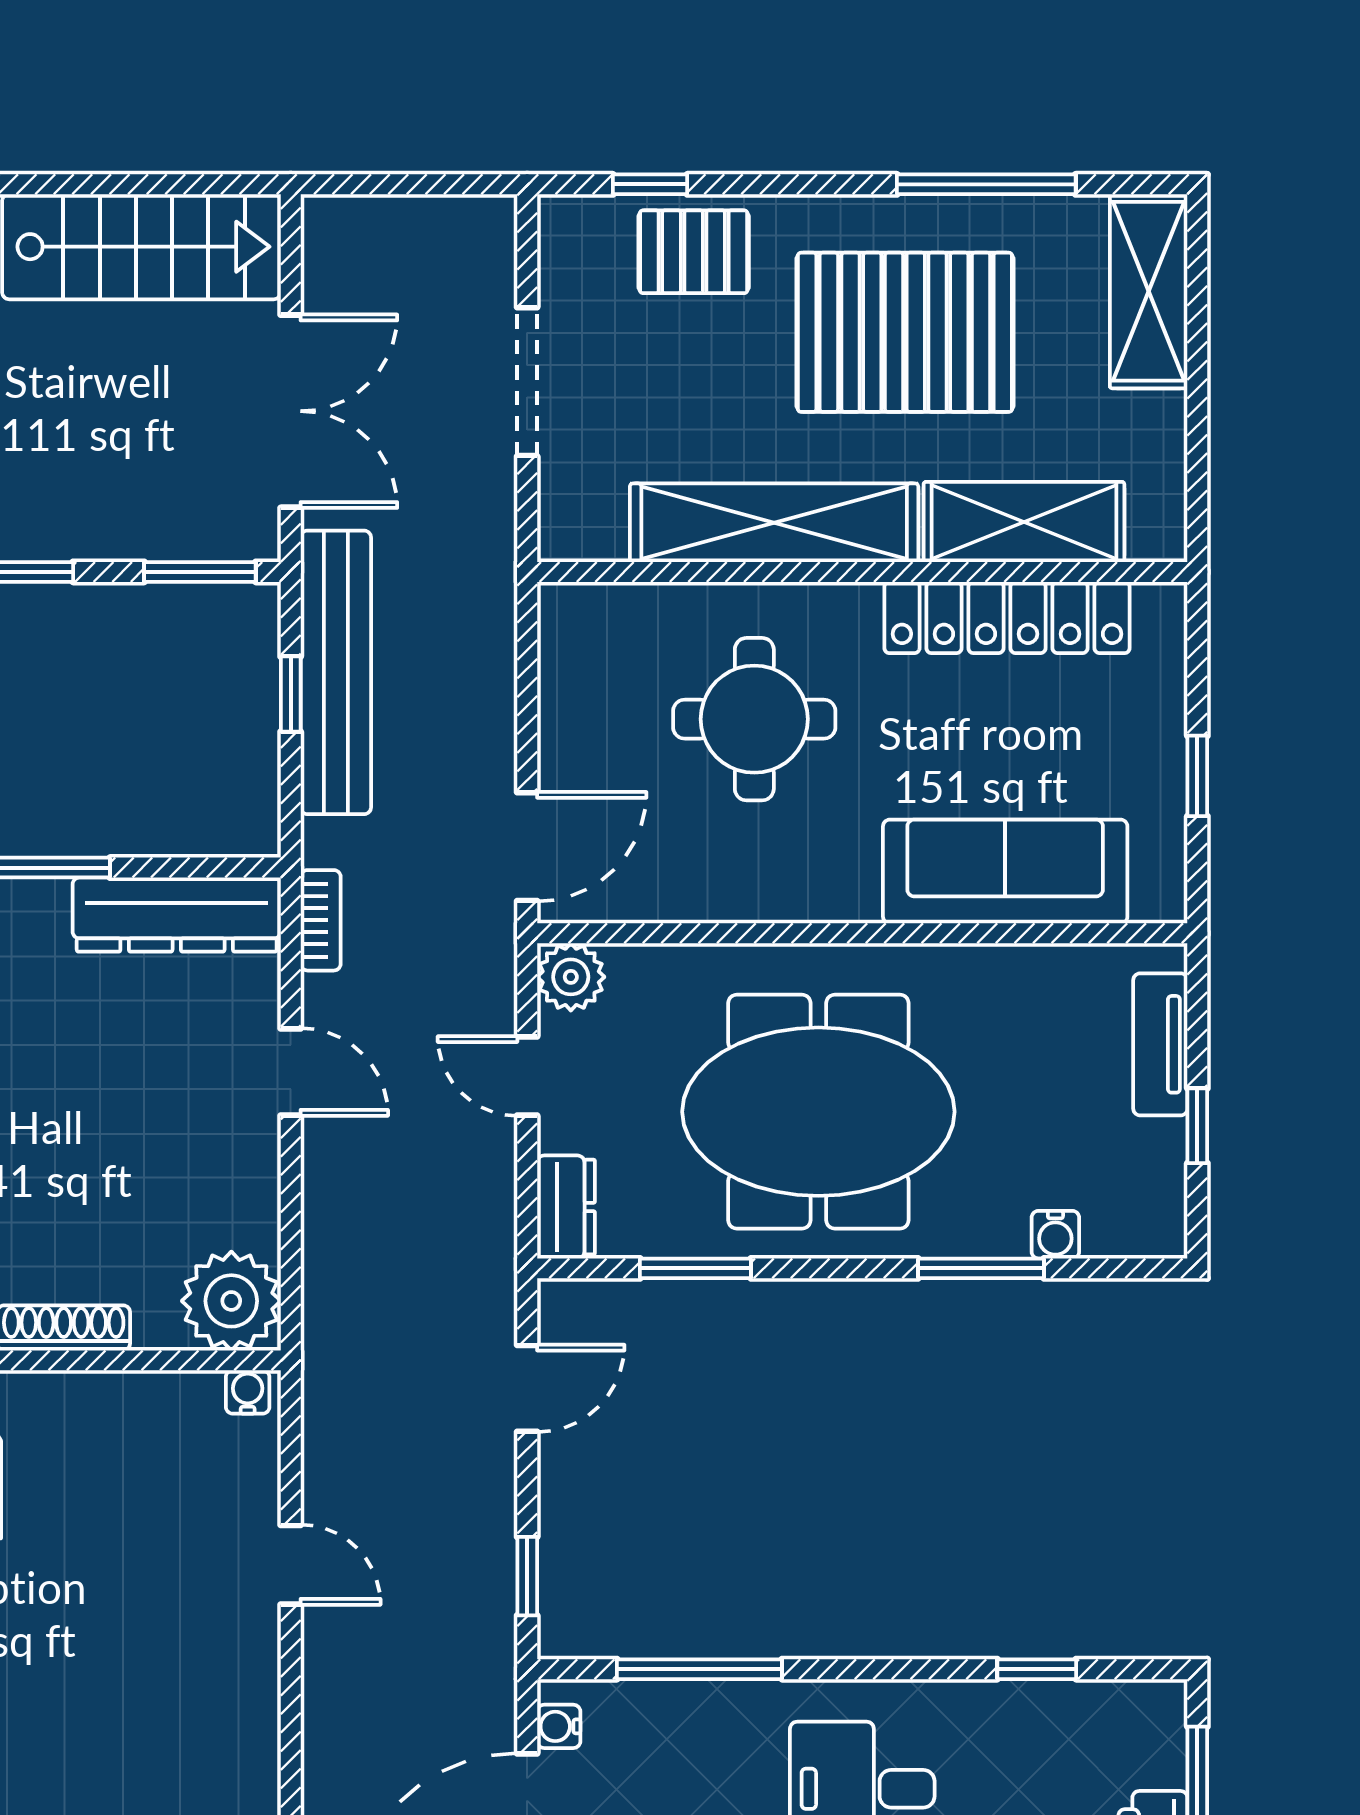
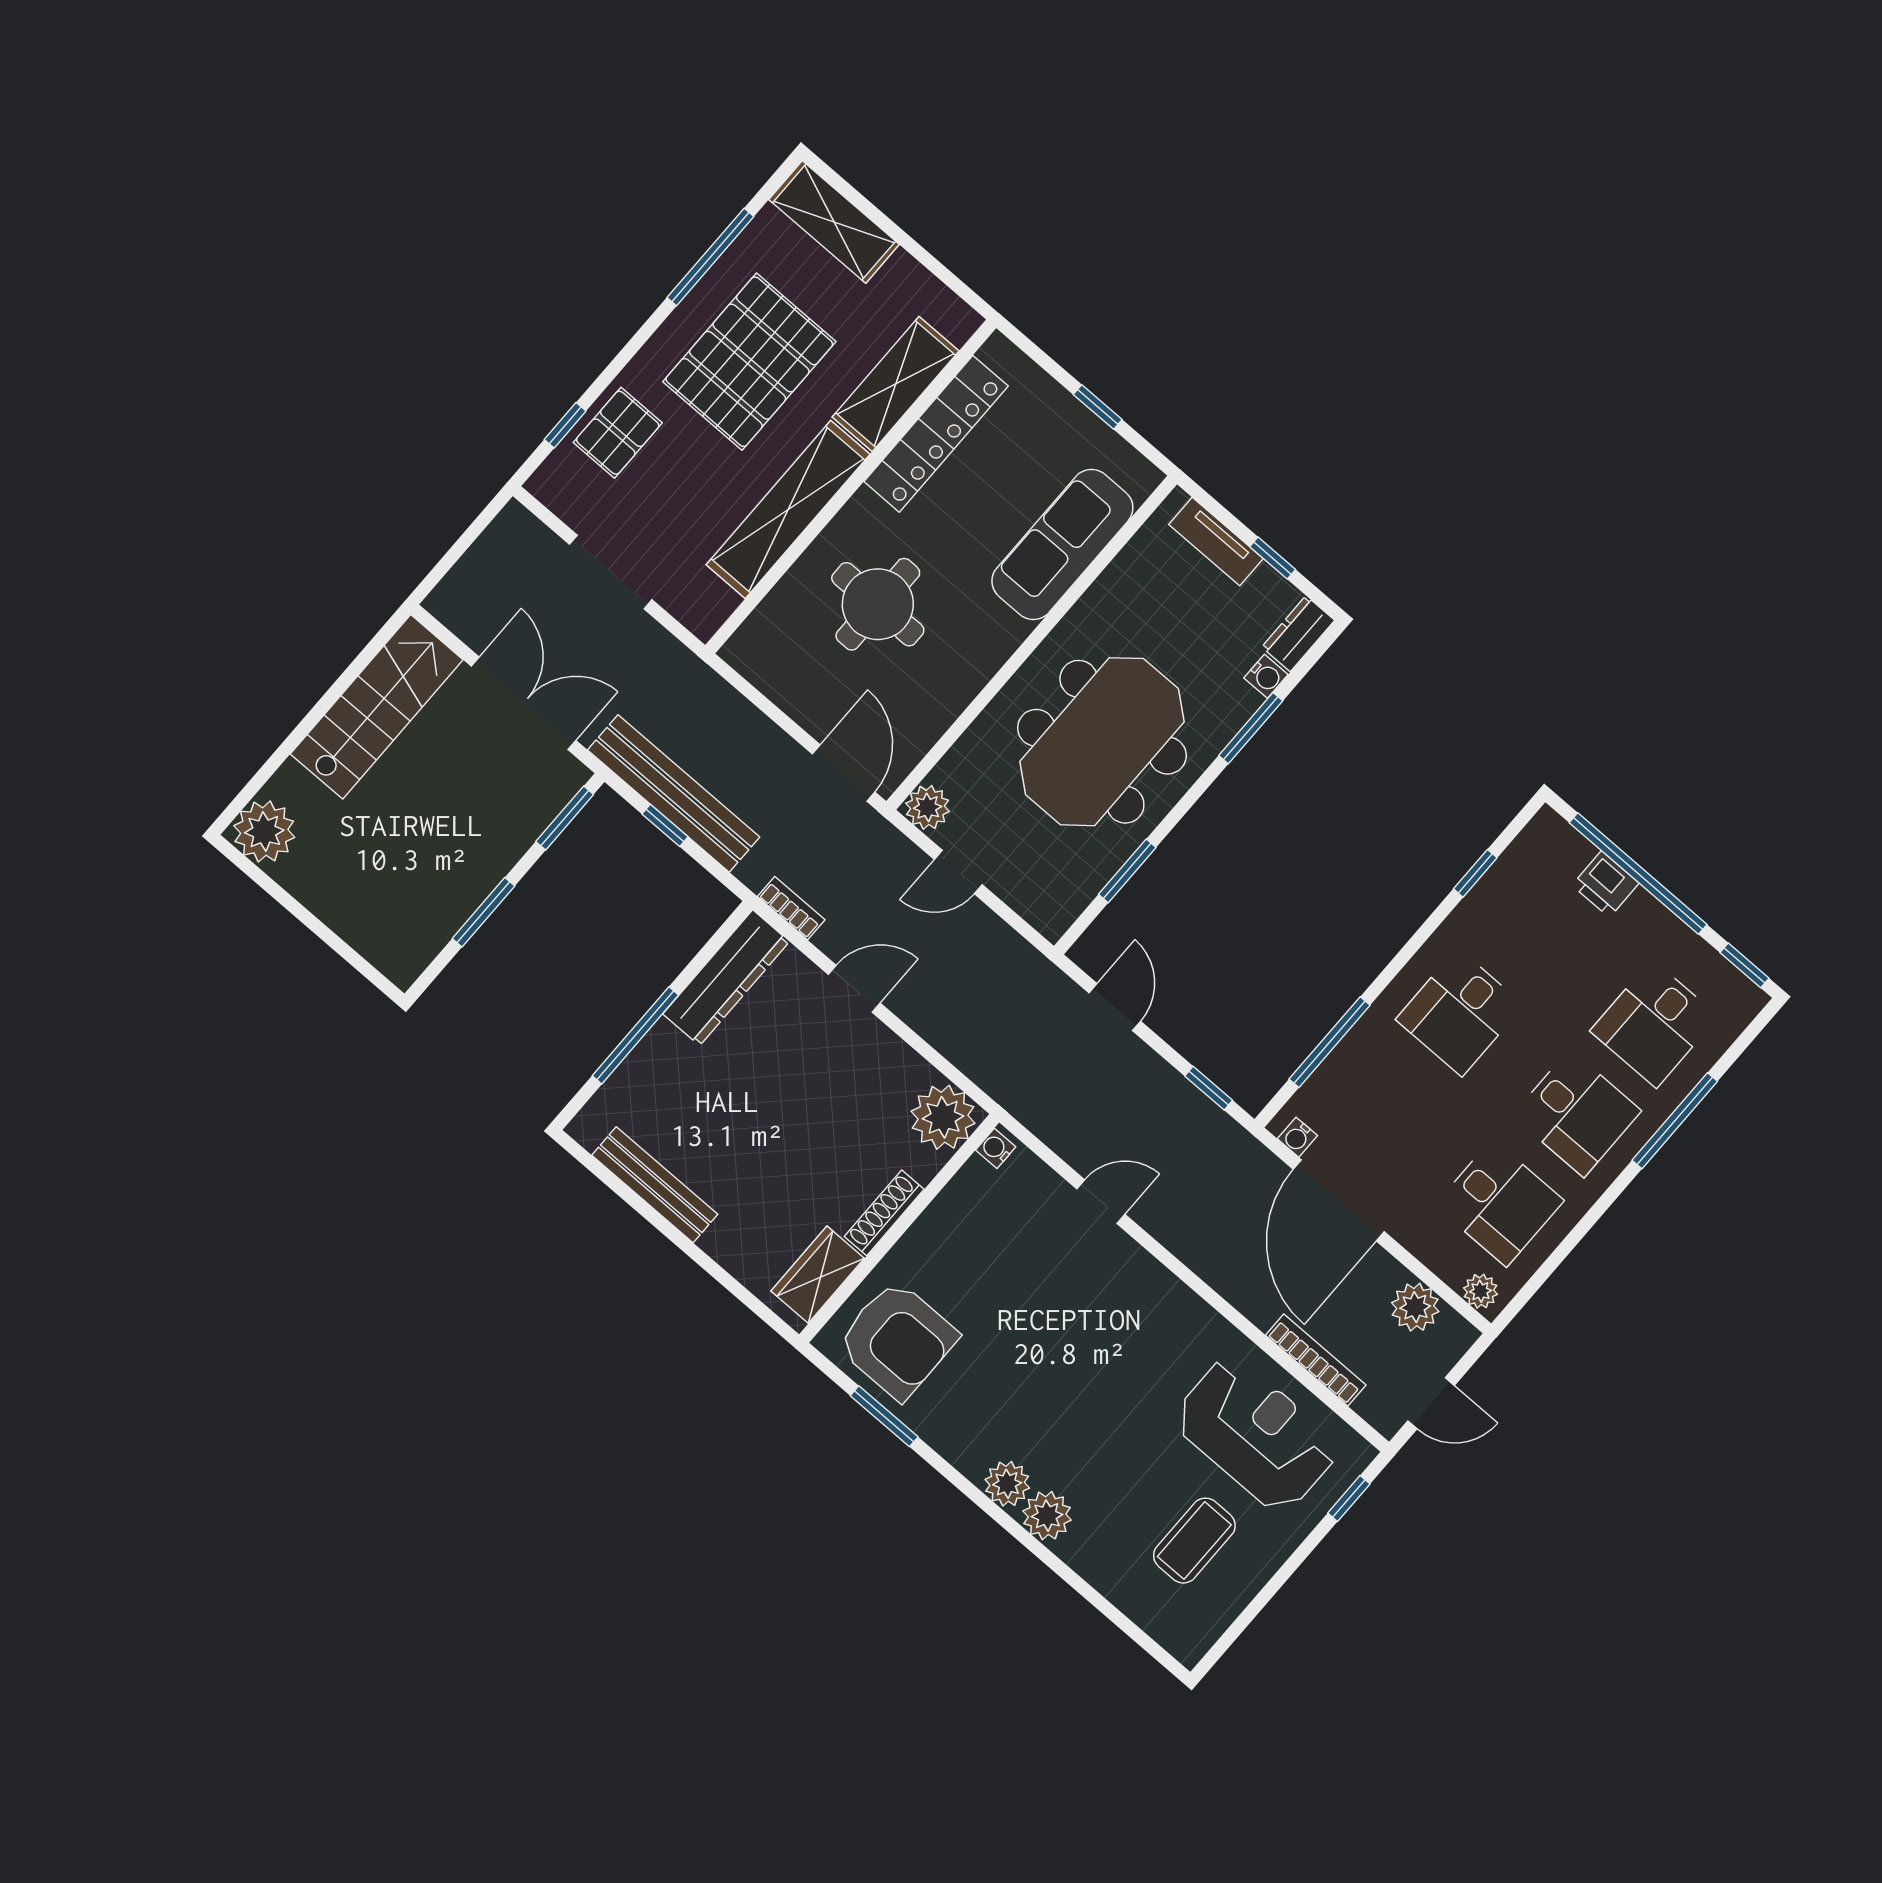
dresser: (566, 1207) -> (1298, 634), moved, turned -90

